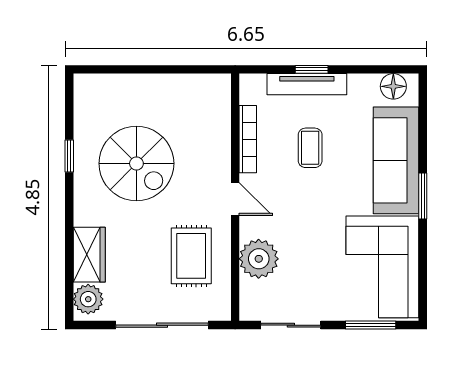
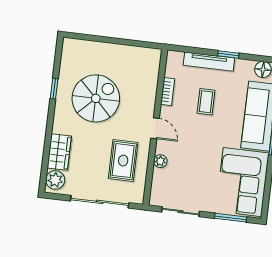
window: (312, 69) -> (228, 54), moved
bookcase: (248, 139) -> (168, 92), width x0.64
spiral stairs: (136, 163) -> (96, 98), turned -90
plant: (259, 259) -> (160, 161), width x0.53, depth x0.53

